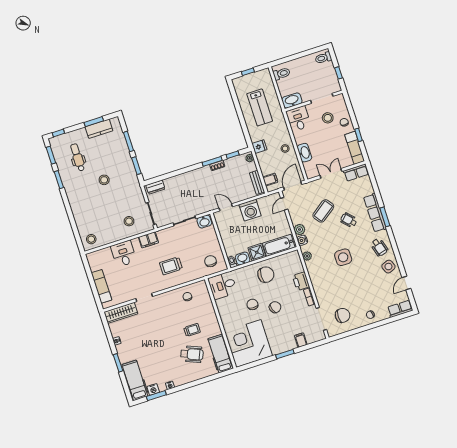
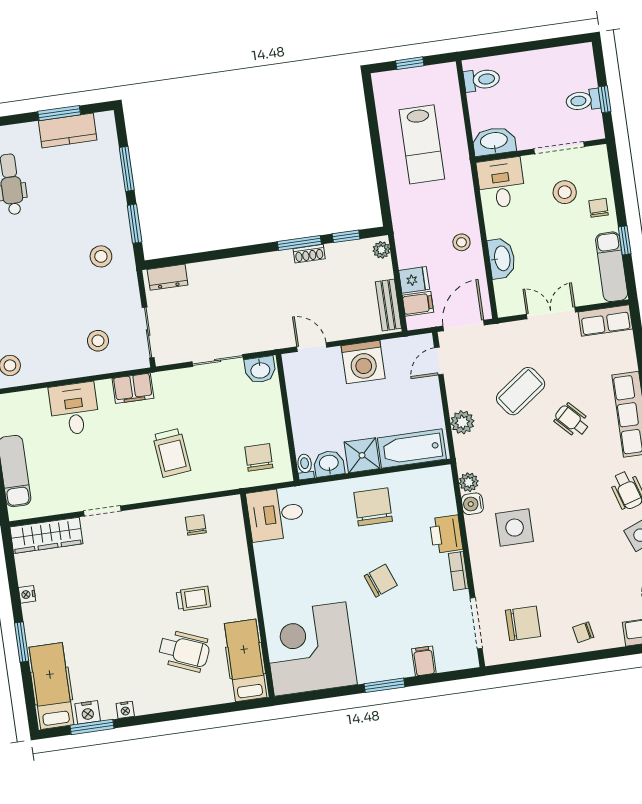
toilet: (323, 58) -> (583, 100), moved
fridge: (259, 147) -> (414, 280), moved
stool: (104, 180) -> (101, 256), moved
water cooler: (302, 240) -> (472, 504), moved
side table: (343, 257) -> (515, 528), moved
trolley: (171, 266) -> (172, 453), turned -96
chair: (266, 275) -> (373, 507), turned -90
chair: (252, 304) -> (333, 566), removed

